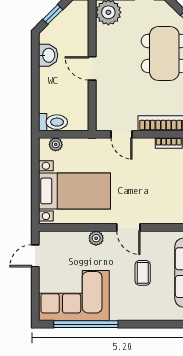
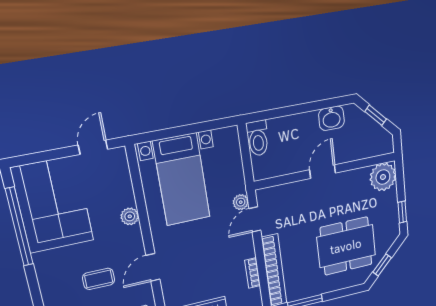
plant: (56, 144) -> (241, 202), moved
door: (128, 227) -> (153, 267), moved
door: (35, 256) -> (93, 147), hinge flipped

